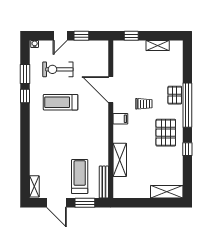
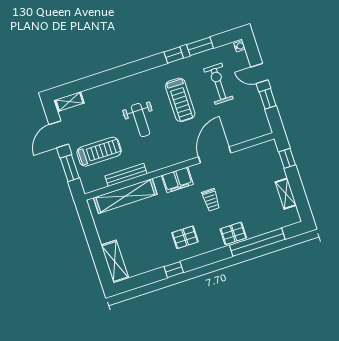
treadmill: (61, 102) -> (180, 100), turned 180
window: (187, 105) -> (257, 242), moved
filing cabinet: (120, 119) -> (177, 180), width x2.00
pallet: (166, 133) -> (185, 237), width x0.67, depth x0.71
weight bench: (66, 137) -> (141, 120), added
shelving: (120, 160) -> (125, 196), width x1.47
bench: (104, 182) -> (126, 175), moved

